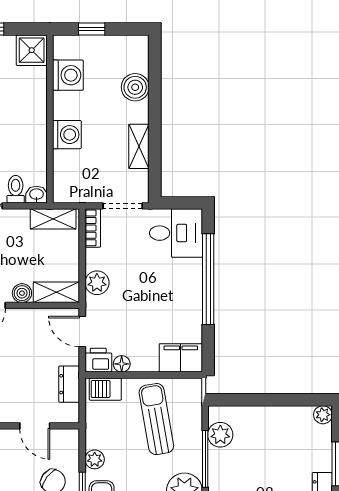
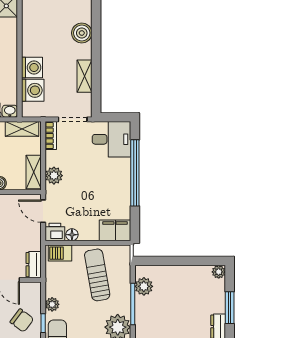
washing machine: (68, 75) -> (33, 90), moved
shelving: (56, 292) -> (34, 172), moved, turned 90
dresser: (69, 384) -> (34, 265), moved

